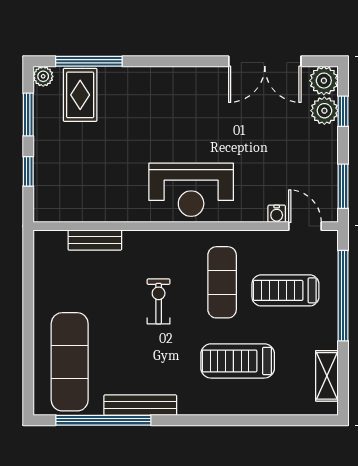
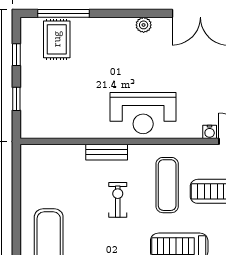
plant: (43, 76) -> (144, 25), moved
window: (28, 115) -> (16, 55), width x0.67
bench: (95, 240) -> (107, 152), moved

